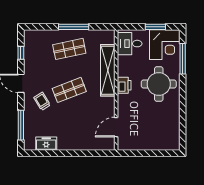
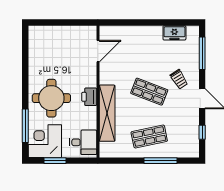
window: (74, 27) -> (160, 161), moved
shop shelf: (69, 90) -> (149, 92), turned 42

